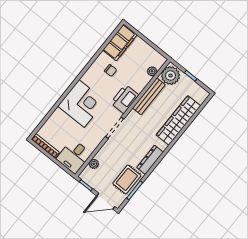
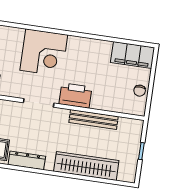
chair: (111, 70) -> (140, 91), moved
plant: (152, 71) -> (122, 107), removed
plant: (171, 76) -> (129, 129), removed

